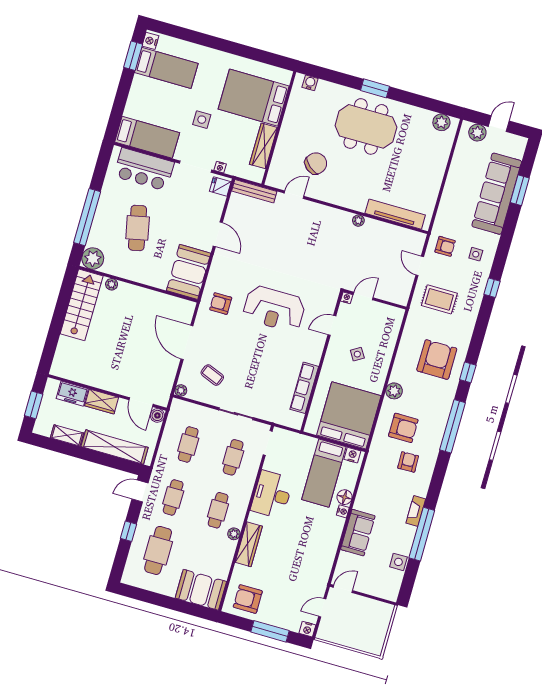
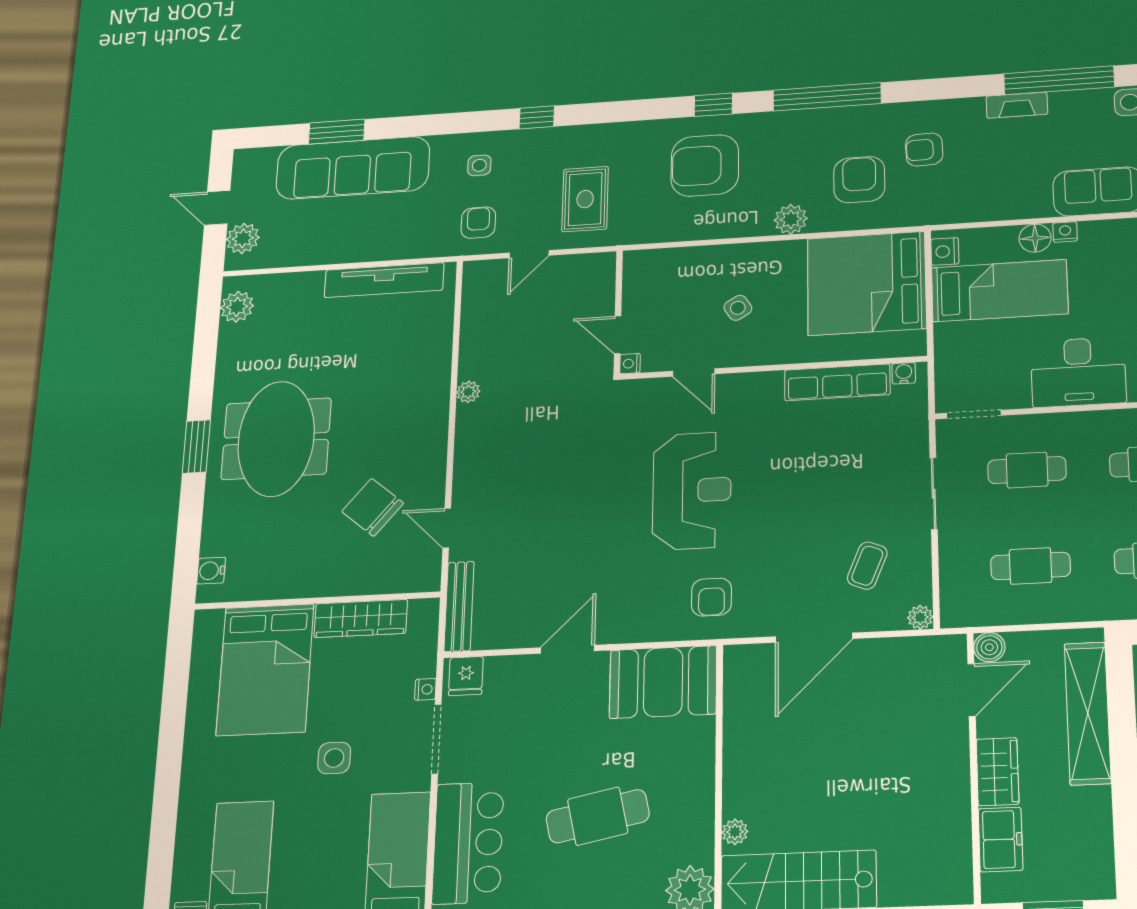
tv unit: (395, 214) -> (384, 280), moved, turned -90
water cooler: (298, 418) -> (904, 373), added
shelving: (67, 435) -> (1097, 821), removed

